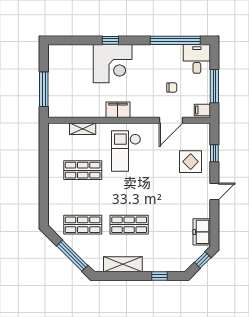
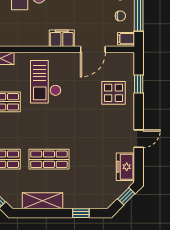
chair: (172, 88) -> (120, 16), moved
filing cabinet: (118, 110) -> (62, 38), moved
door: (214, 191) -> (139, 139), moved

